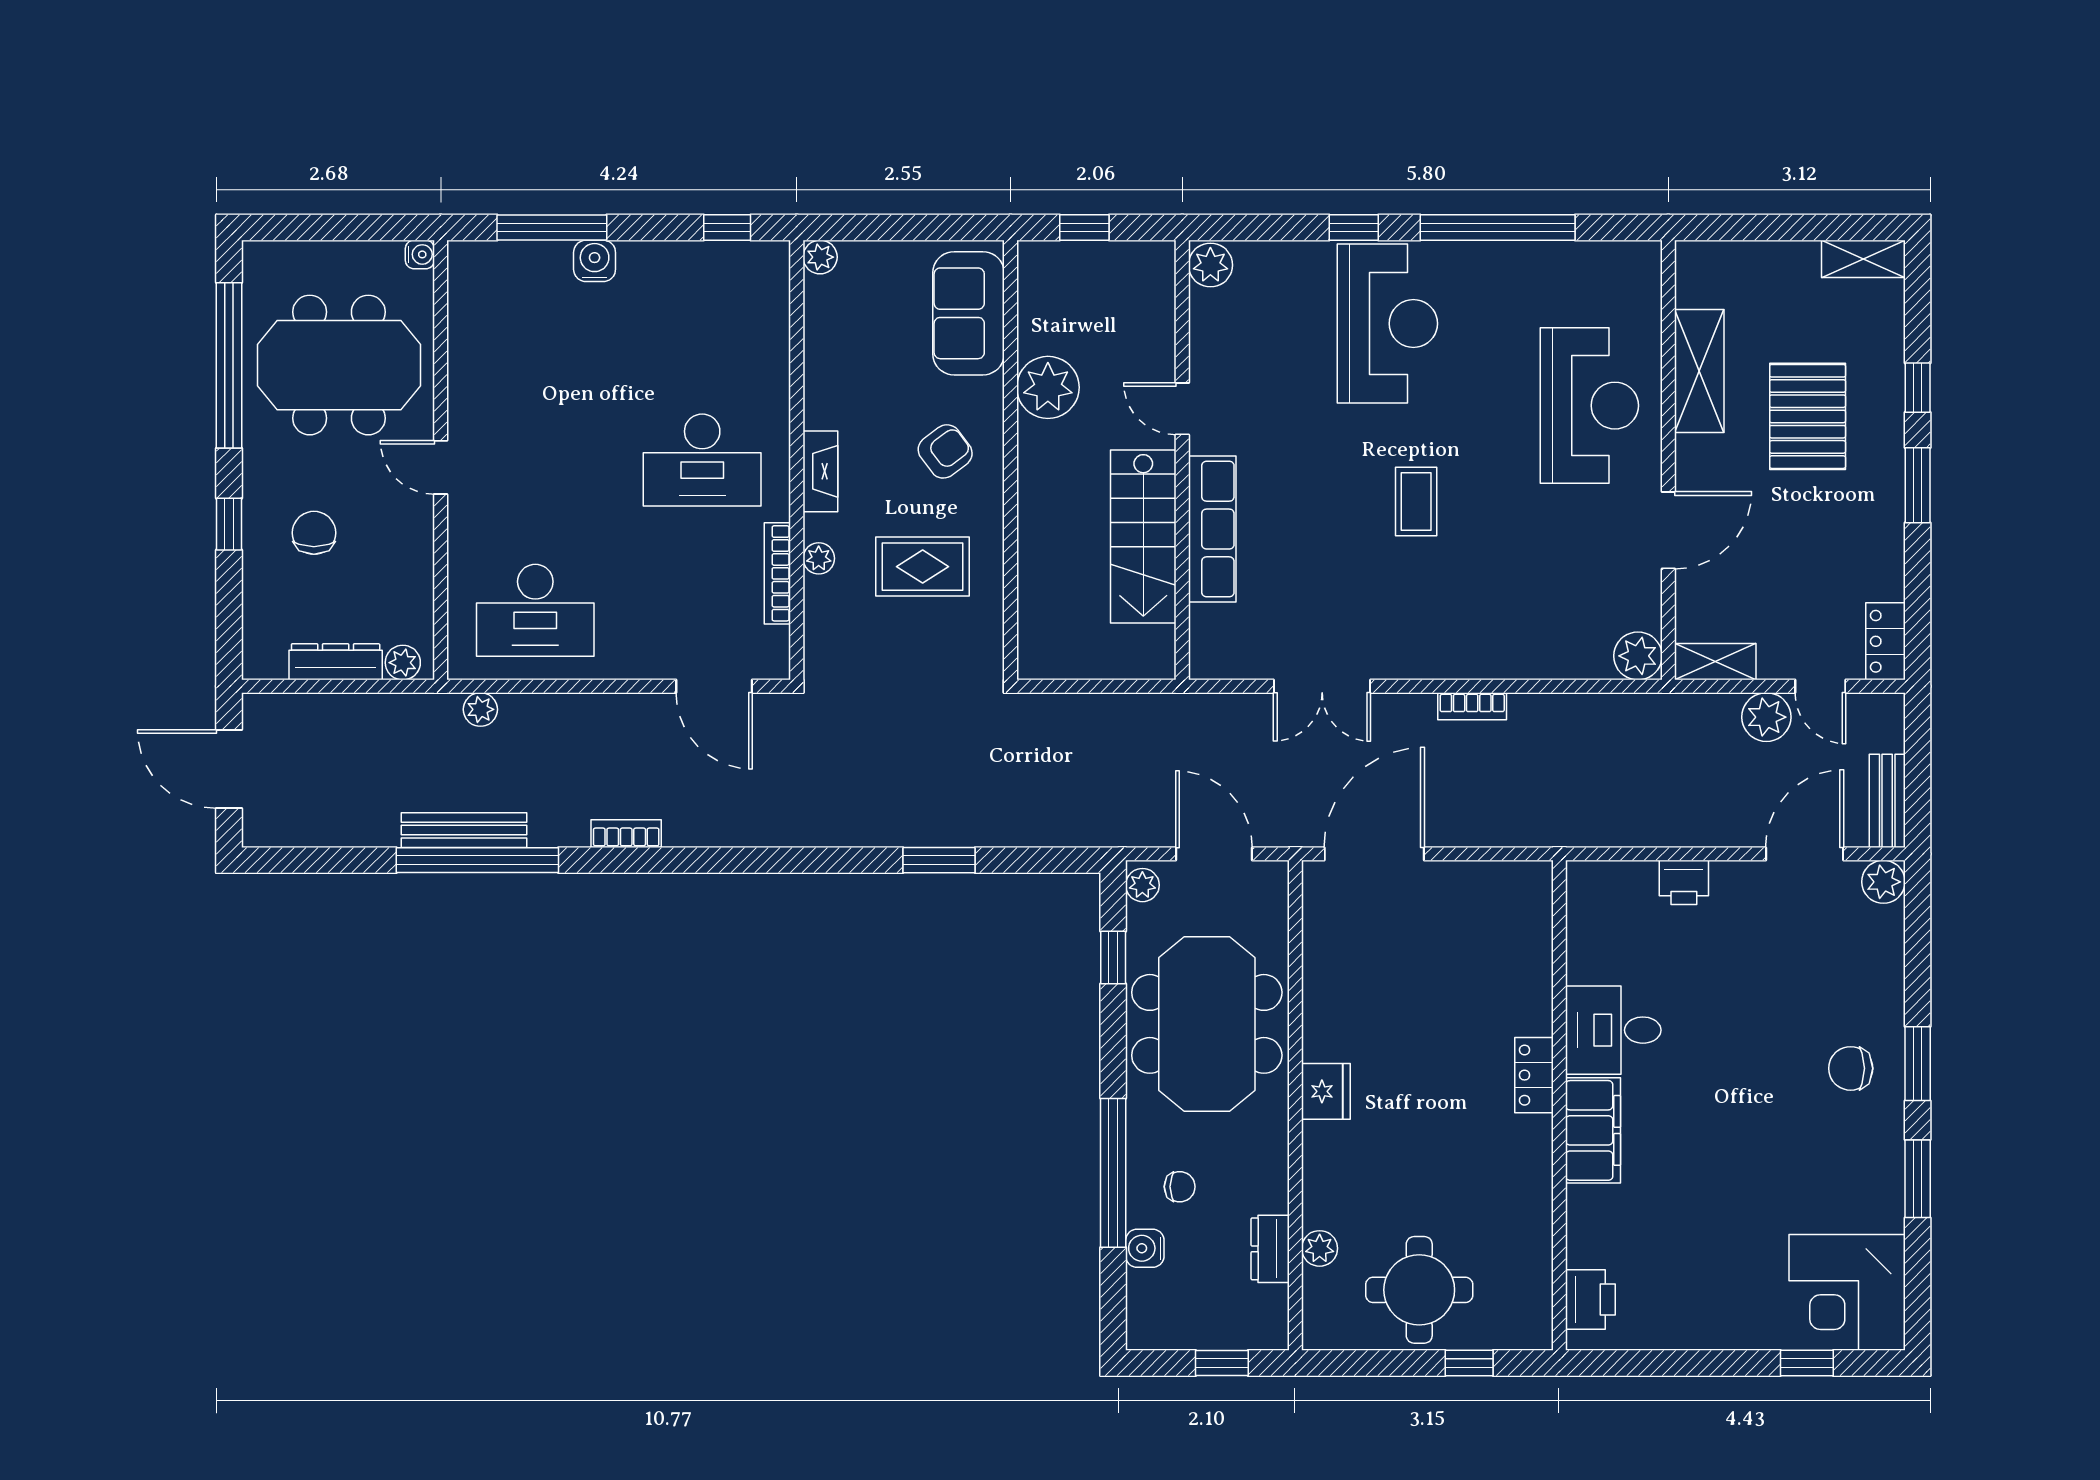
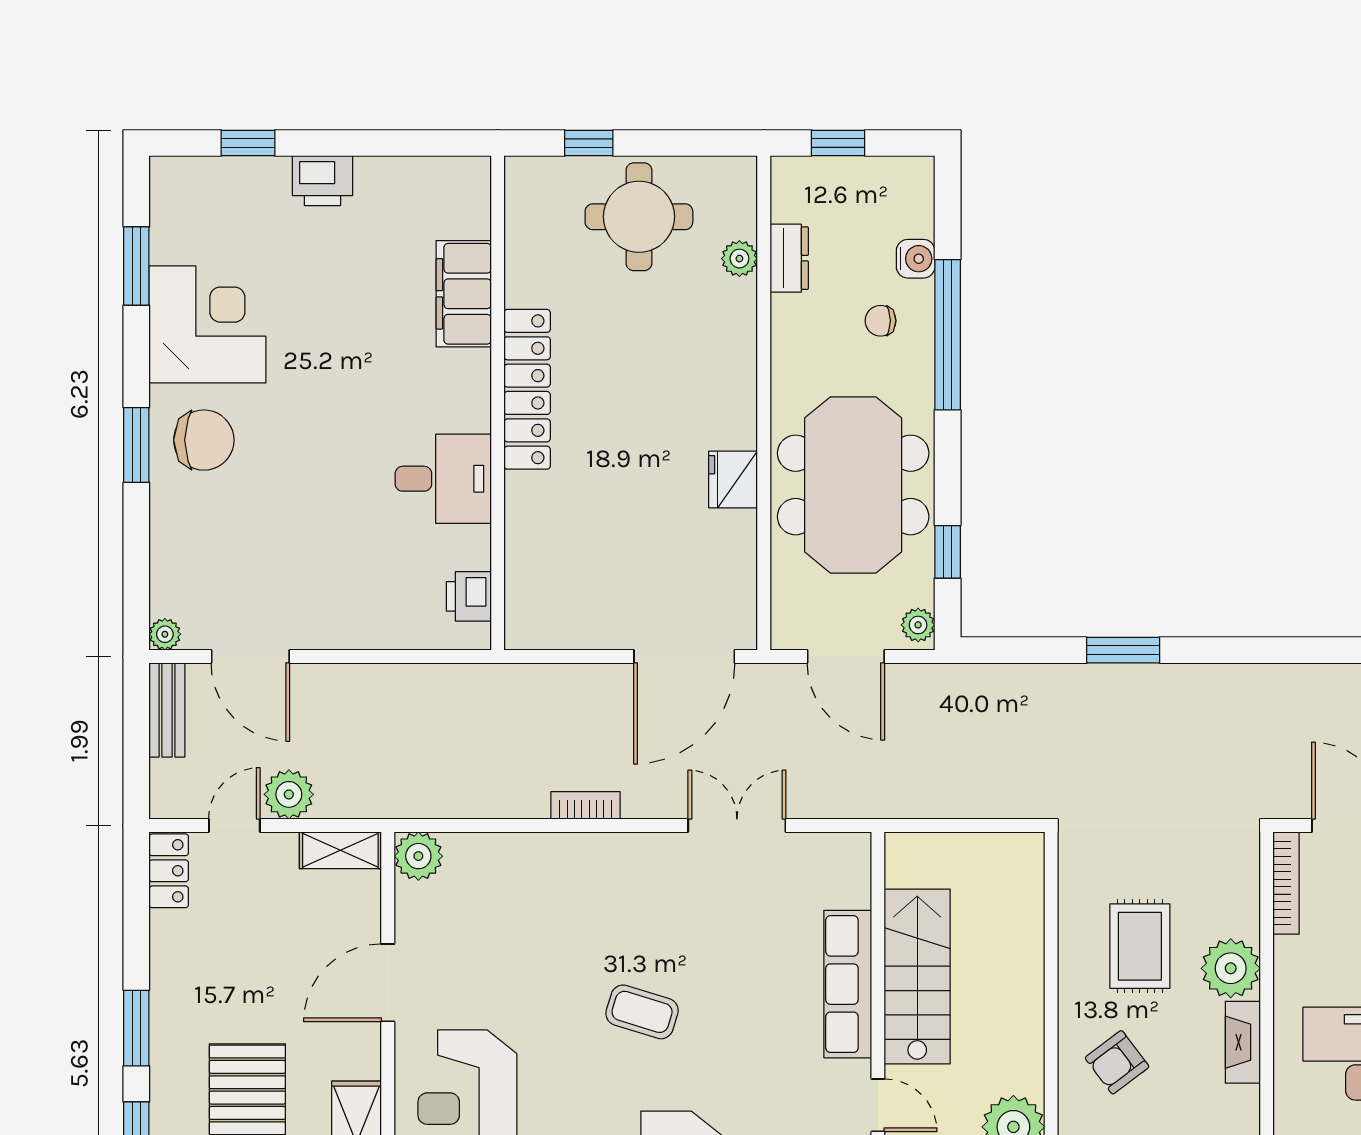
coffee table: (1416, 501) -> (642, 1012), turned -73
plant: (819, 558) -> (1231, 968), width x1.87, depth x1.87
rug: (923, 567) -> (1140, 946), turned 90
bookcase: (777, 573) -> (1286, 883), moved
door: (1820, 686) -> (234, 825), hinge flipped
door: (1805, 854) -> (250, 656), hinge flipped
printer: (1684, 882) -> (469, 596), moved, turned -90
plant: (1883, 882) -> (165, 634), width x0.73, depth x0.73
chair: (1851, 1068) -> (204, 440), width x1.37, depth x1.37
locker: (1534, 1075) -> (527, 389), width x2.16, depth x1.21
fridge: (1326, 1091) -> (733, 479), moved
filing cabinet: (1593, 1130) -> (464, 294), moved
window: (1918, 1179) -> (136, 266), moved
corner desk: (1847, 1292) -> (207, 324), moved
printer: (1590, 1300) -> (323, 181), moved, turned -90

